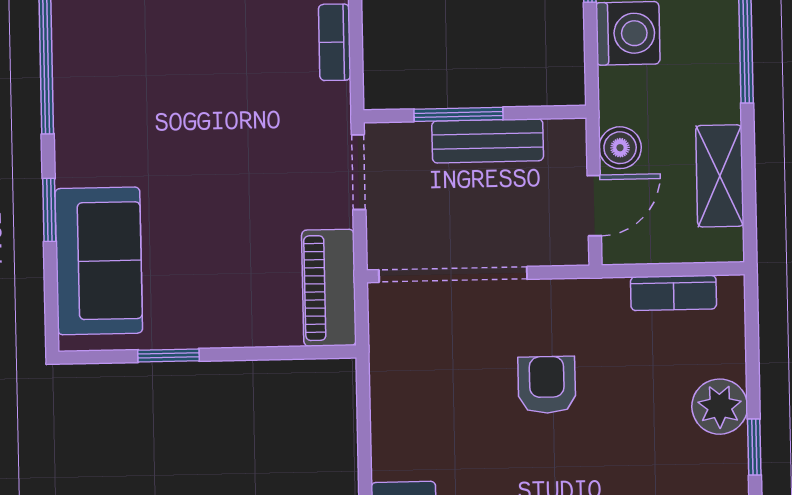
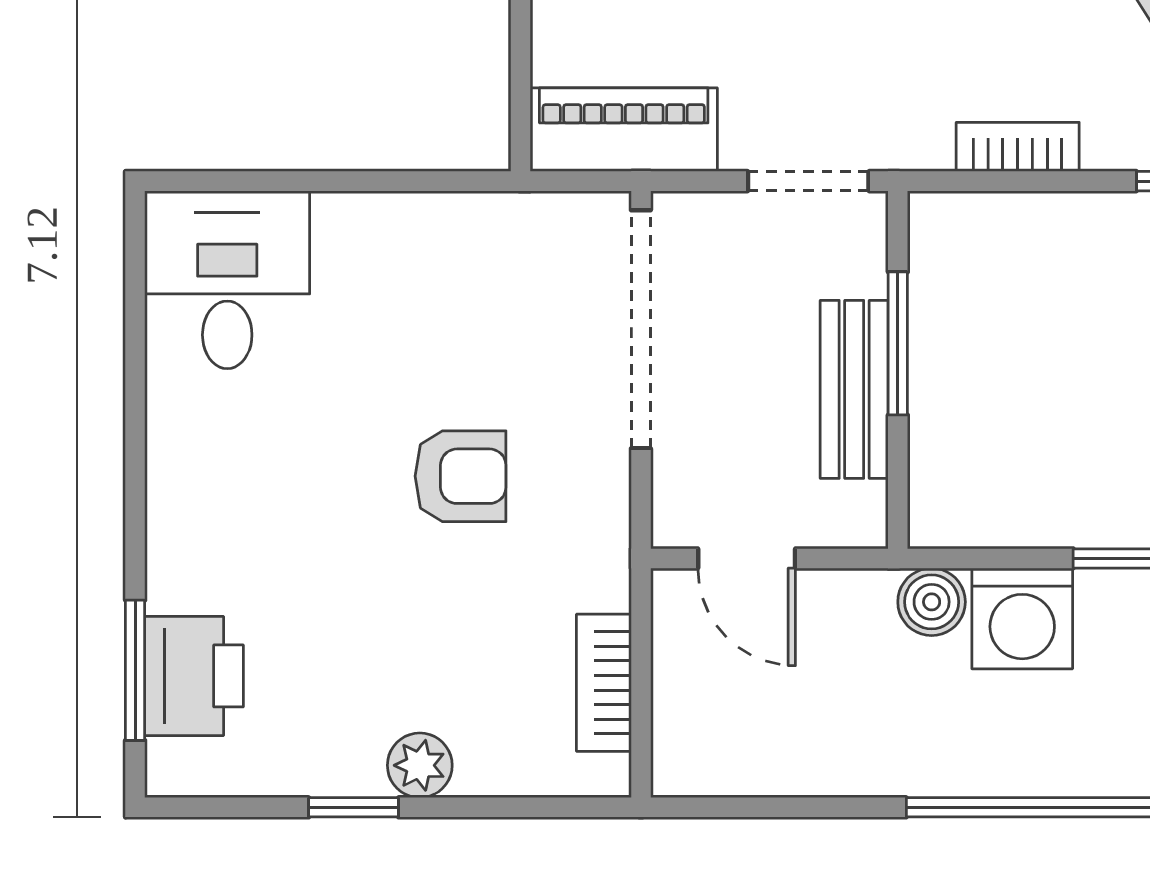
boiler: (620, 148) -> (932, 602), moved
shelving: (720, 176) -> (790, 761), removed
plant: (720, 407) -> (420, 765), width x0.73, depth x0.73

